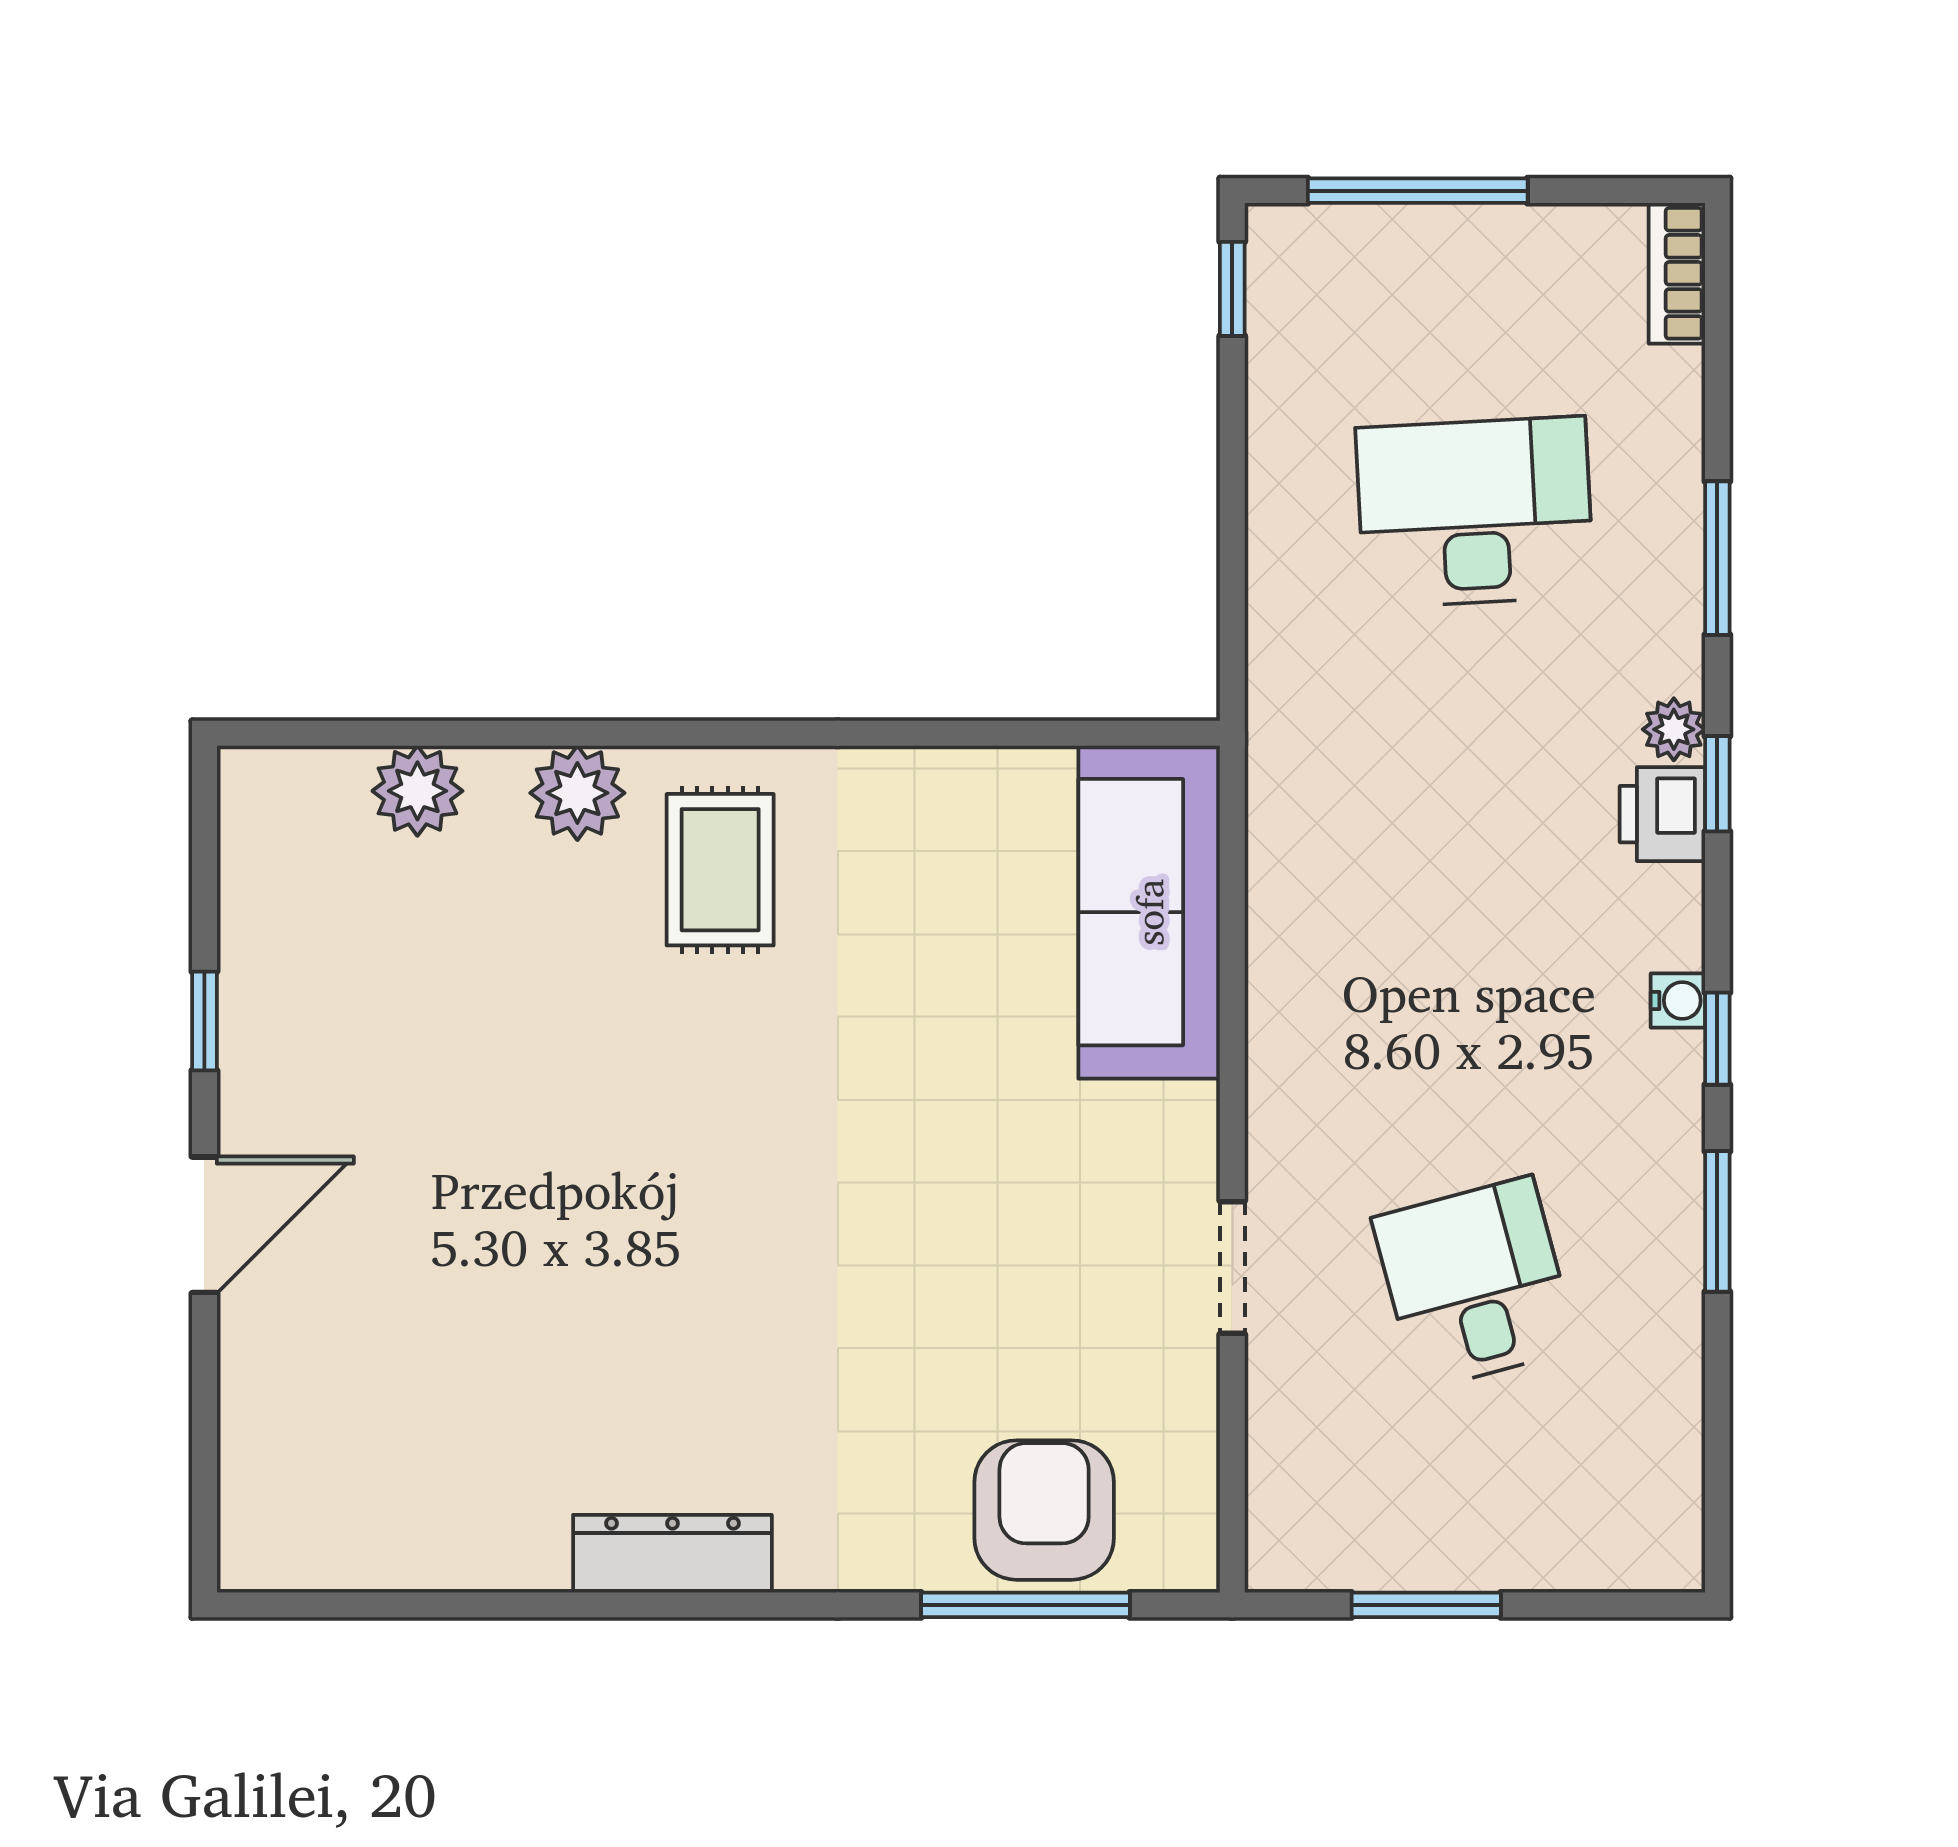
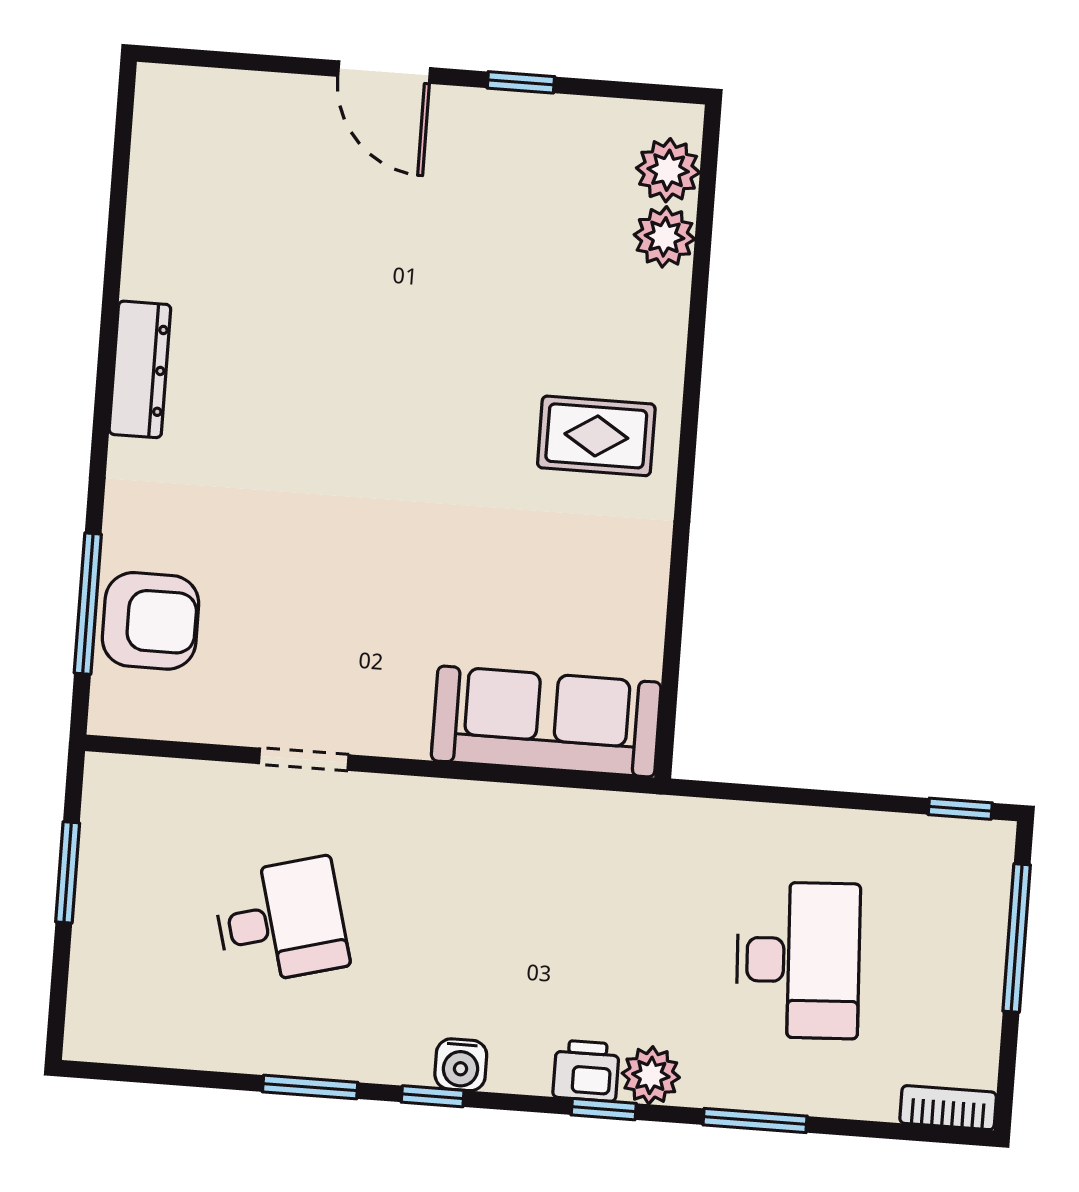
plant: (1674, 729) -> (651, 1075), width x1.38, depth x1.38
plant: (577, 793) -> (668, 170), moved
water cooler: (1678, 1001) -> (461, 1065), width x1.38, depth x1.38

